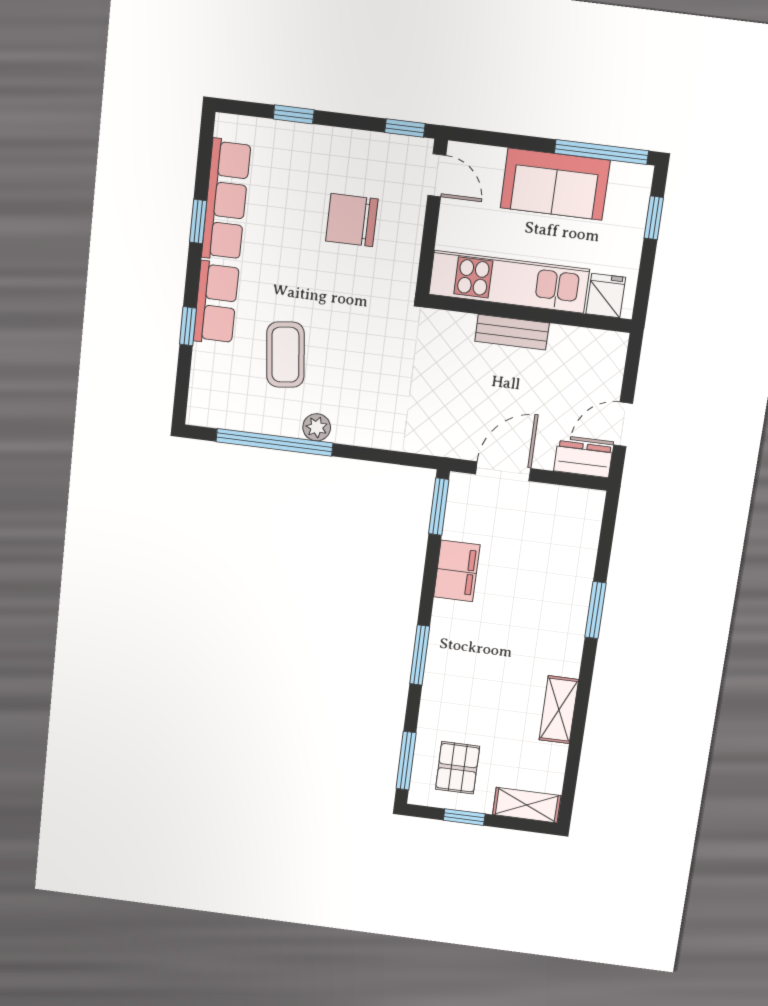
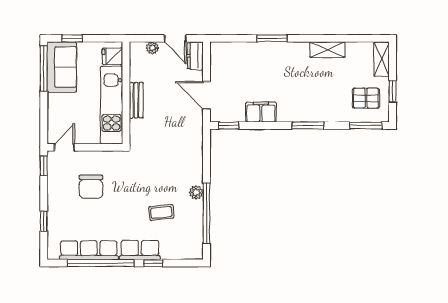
sofa: (555, 184) -> (62, 67), moved
window: (198, 221) -> (101, 263), width x3.17
coffee table: (285, 355) -> (161, 212), width x0.73, depth x0.77
plant: (611, 377) -> (152, 48), added
window: (439, 507) -> (229, 126), width x0.67

